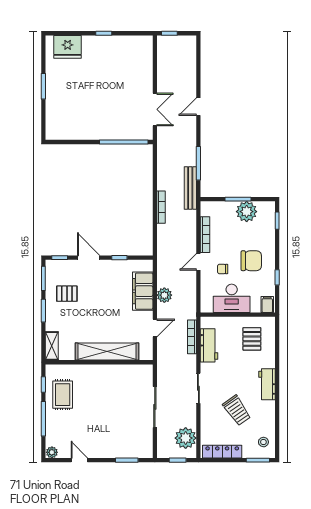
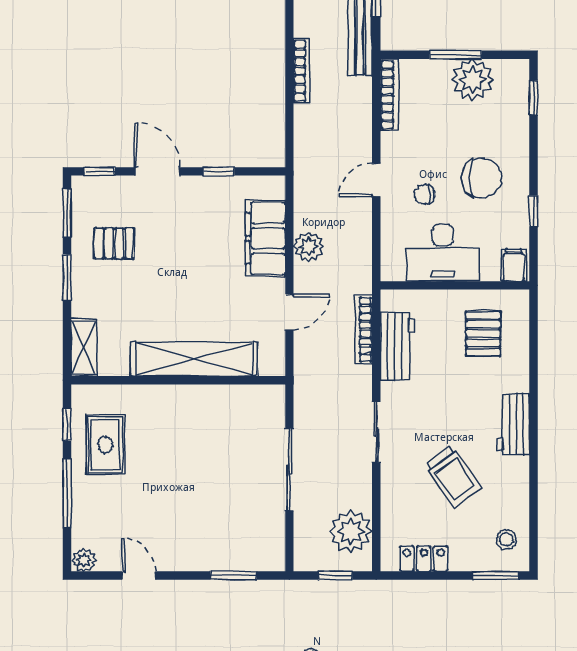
bookcase: (205, 235) -> (389, 95), moved
locker: (222, 452) -> (424, 559), width x0.66

